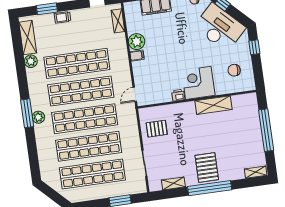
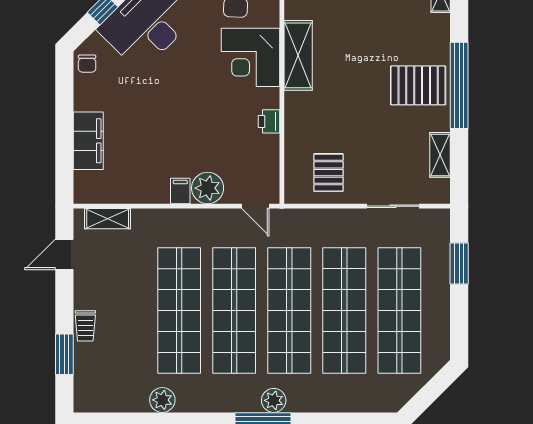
shelving: (28, 38) -> (115, 399), removed
plant: (137, 42) -> (208, 188), moved
corner desk: (198, 83) -> (250, 57), moved

